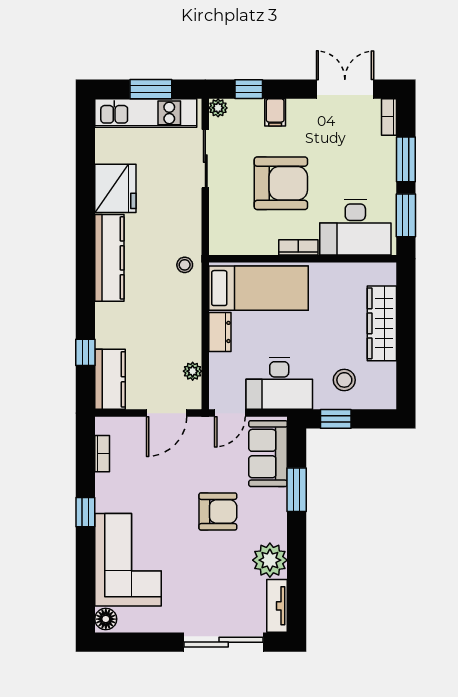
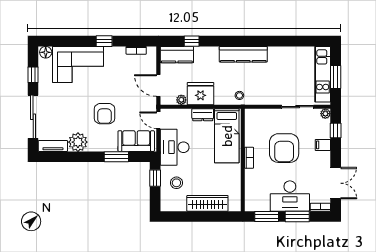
fridge: (115, 188) -> (201, 94), moved, turned 180
desk: (355, 227) -> (290, 196), moved, turned -90
window: (147, 642) -> (33, 75), added

